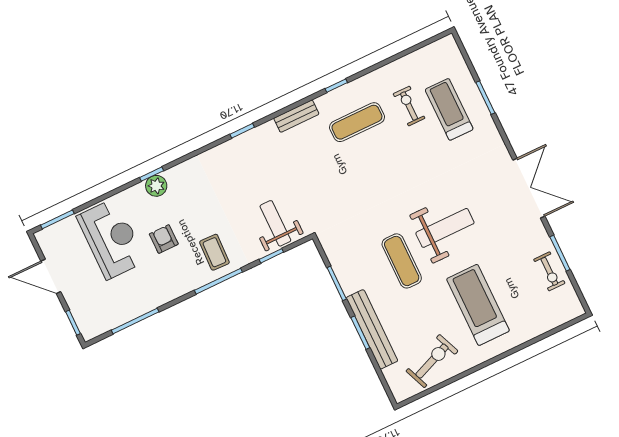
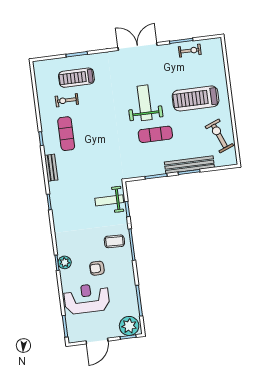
plant: (91, 319) -> (129, 326), added

